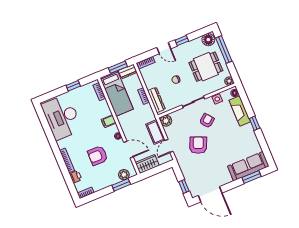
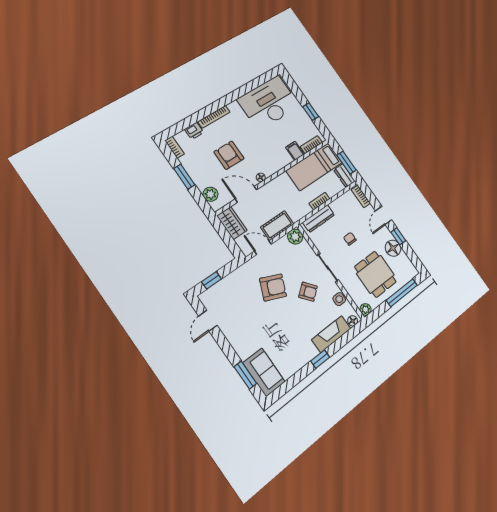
floor lamp: (208, 40) -> (393, 248), moved
filing cabinet: (109, 121) -> (295, 151), moved
door: (129, 150) -> (246, 194), swing flipped
sofa: (248, 166) -> (264, 372), width x0.73
window: (121, 185) -> (184, 177), moved
door: (210, 194) -> (208, 321), width x0.53

